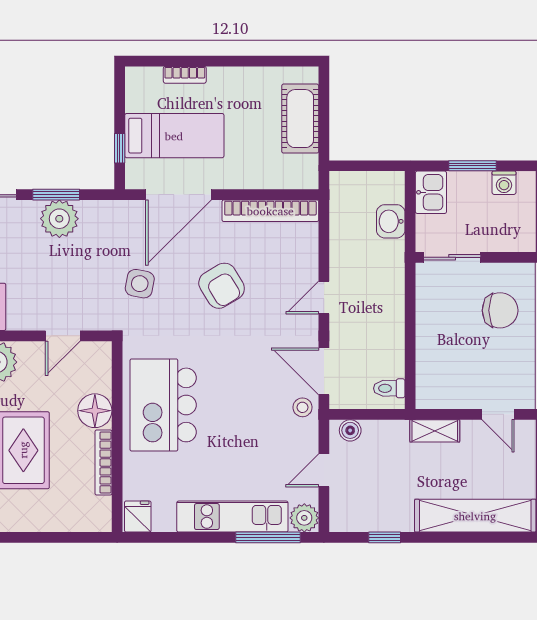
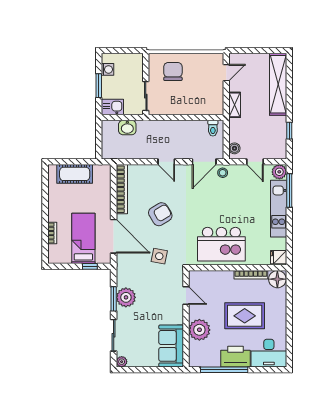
floor lamp: (95, 411) -> (277, 279), moved

